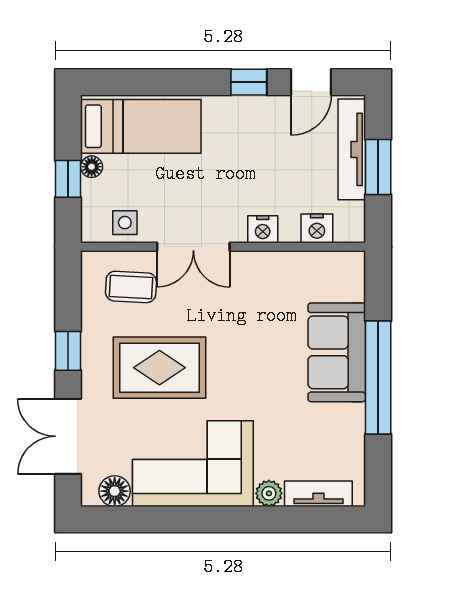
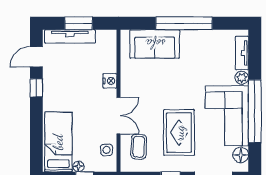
door: (311, 82) -> (36, 57), swing flipped
nightstand: (317, 228) -> (109, 54), removed
sofa: (337, 352) -> (155, 44), moved
window: (202, 519) -> (255, 111), added

